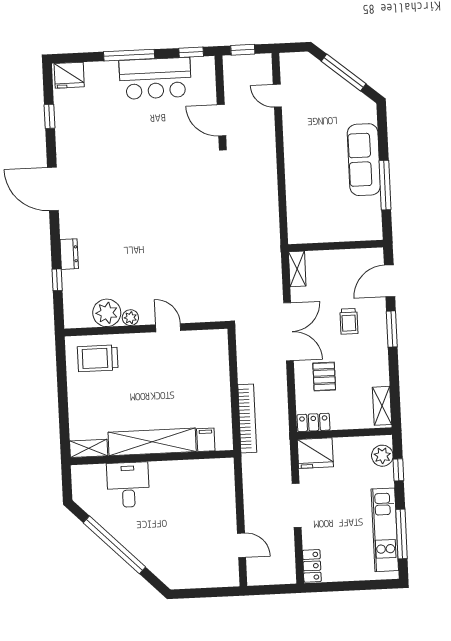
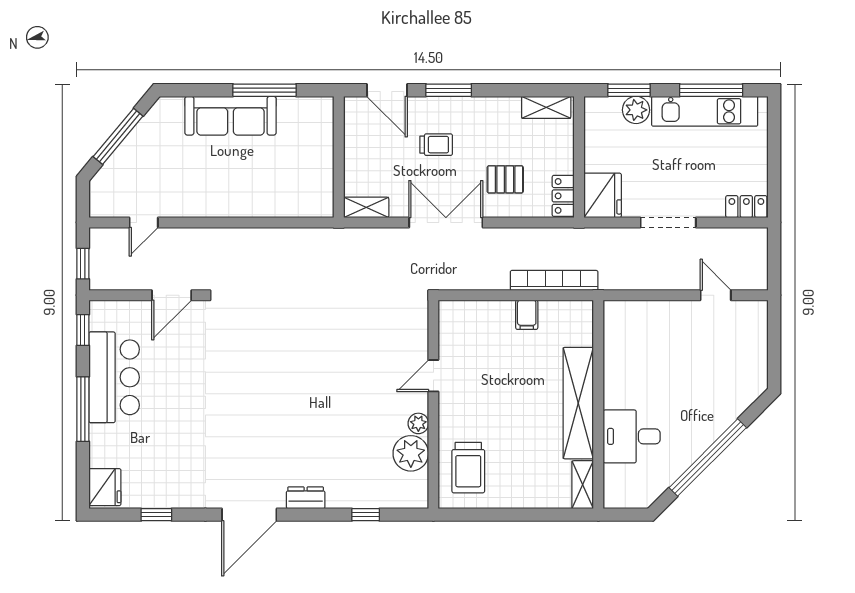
dresser: (69, 254) -> (306, 498), moved
filing cabinet: (206, 440) -> (527, 315), moved, turned -90
plant: (382, 456) -> (636, 110), moved
window: (398, 470) -> (629, 90), width x1.50
door: (242, 545) -> (716, 295), hinge flipped

